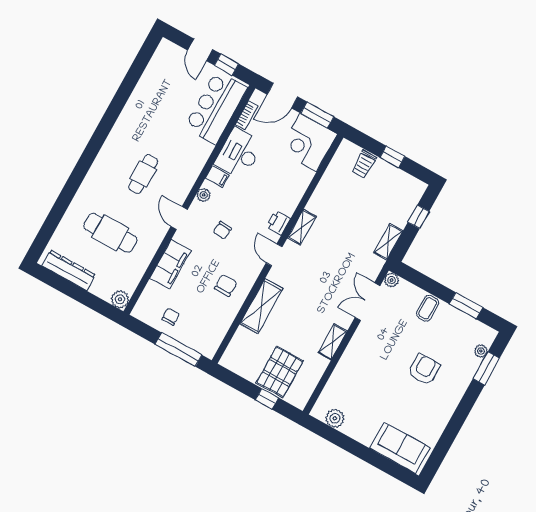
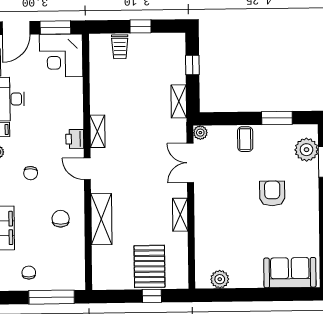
plant: (481, 351) -> (306, 150), width x1.88, depth x1.88

